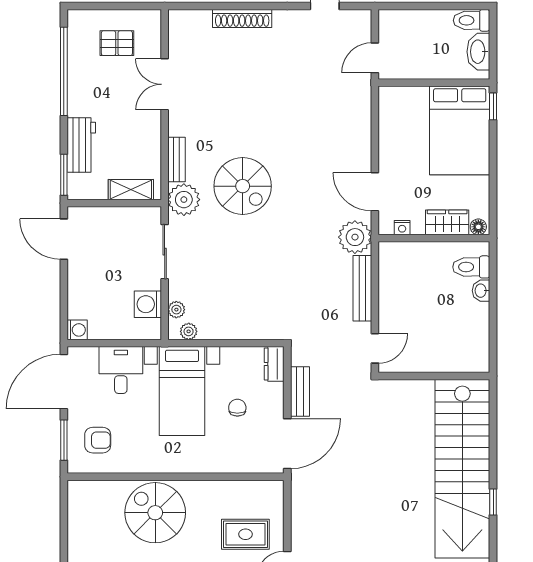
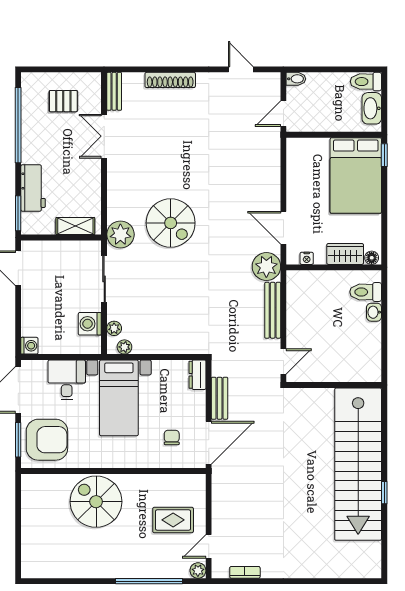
bidet: (390, 17) -> (296, 79), added
bench: (176, 159) -> (114, 91), moved
chair: (237, 408) -> (172, 437), moved
armchair: (98, 440) -> (47, 440), width x1.88, depth x1.88

